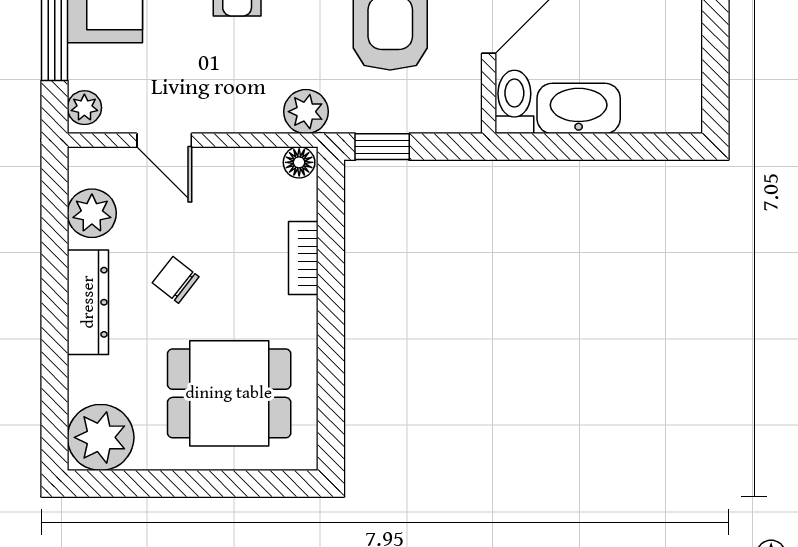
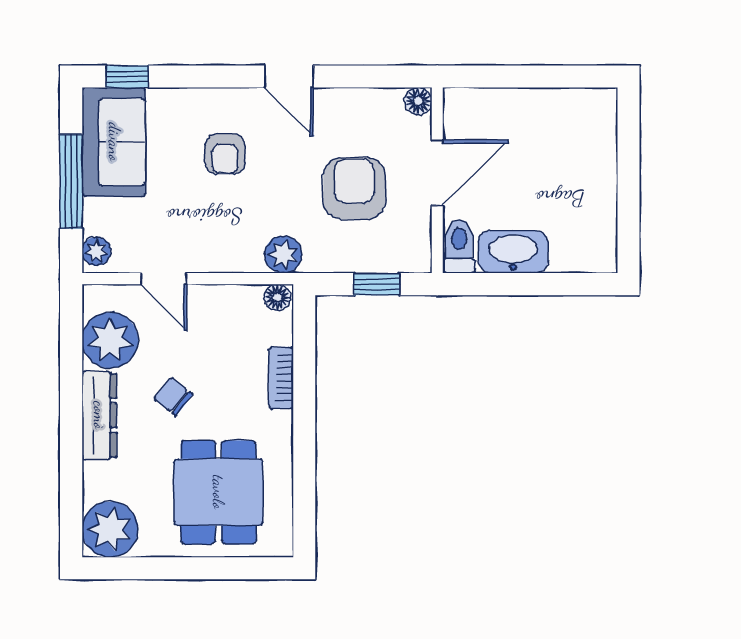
window: (382, 147) -> (377, 284), moved
plant: (92, 213) -> (110, 340), width x1.36, depth x1.36
dining table: (229, 393) -> (218, 492), turned 90

